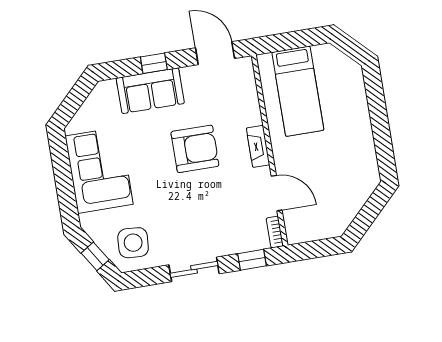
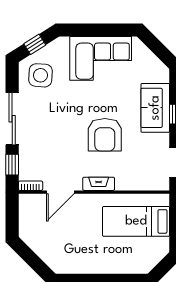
sliding door: (194, 269) -> (12, 119), width x1.37

